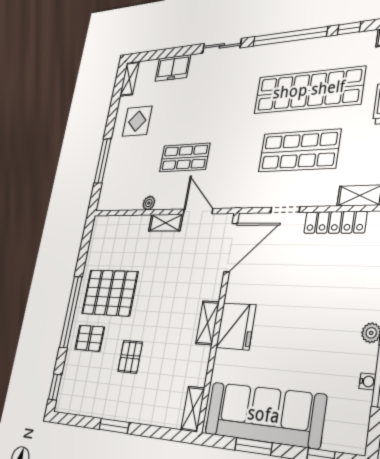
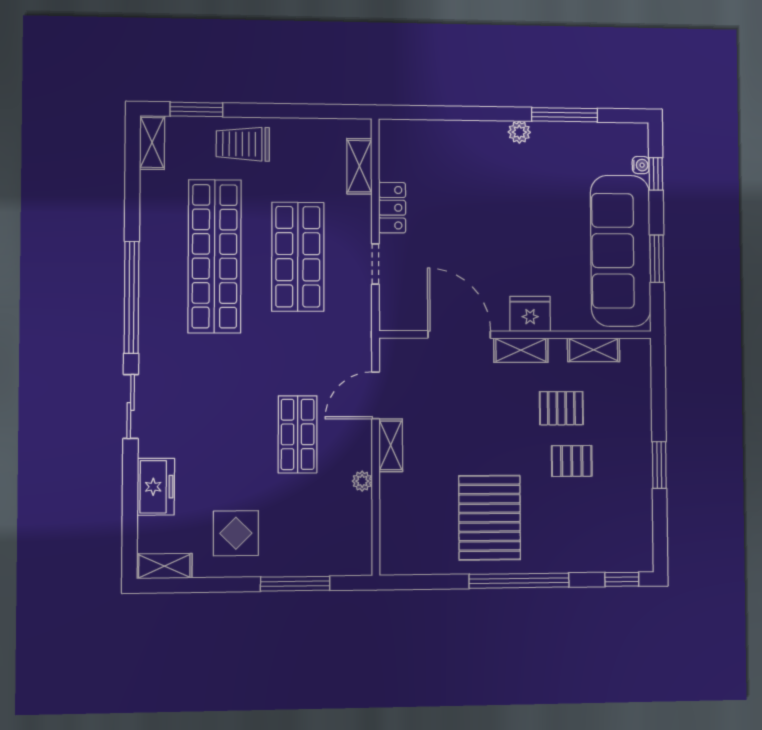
window: (349, 28) -> (132, 210), removed
locker: (335, 222) -> (392, 208), width x0.66
door: (231, 248) -> (459, 335), moved
fridge: (236, 326) -> (530, 314), width x0.73, depth x0.75
pallet: (90, 338) -> (561, 408), moved, turned 90
water cooler: (367, 381) -> (641, 165), moved, turned 90
shelving: (193, 409) -> (594, 350), moved

